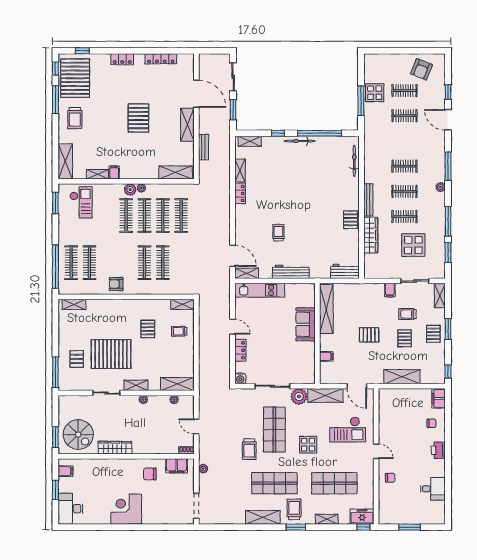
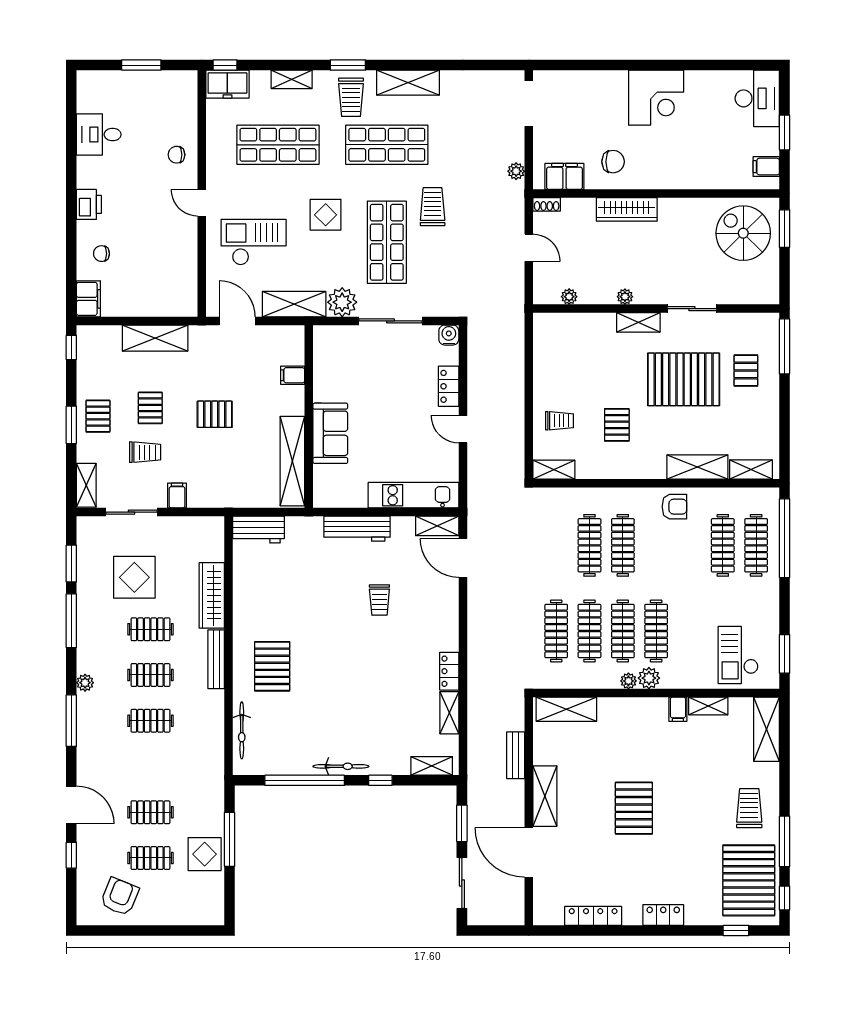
pallet: (350, 220) -> (272, 666), moved, width x1.50, depth x1.42
shelving: (177, 384) -> (697, 467), moved
wardrobe: (115, 448) -> (627, 209), moved

